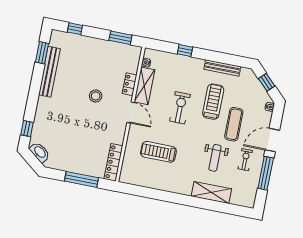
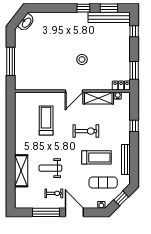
bench: (49, 72) -> (109, 17), moved
locker: (129, 84) -> (121, 86), moved
exercise mat: (234, 124) -> (103, 183), moved
window: (27, 129) -> (83, 8), moved
locker: (113, 162) -> (30, 85), removed

